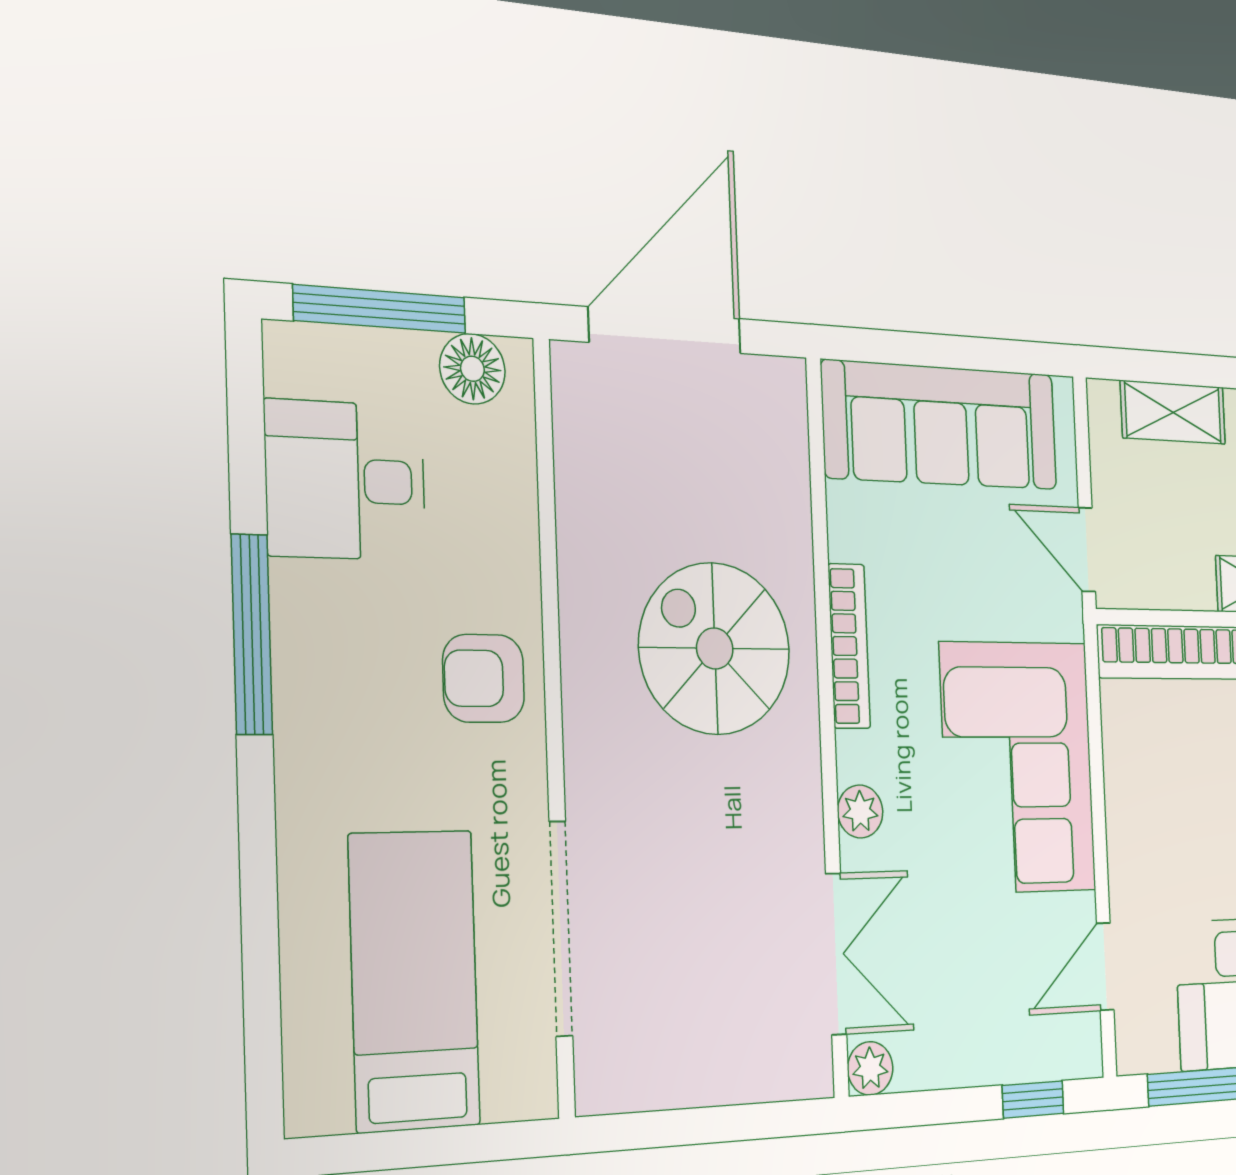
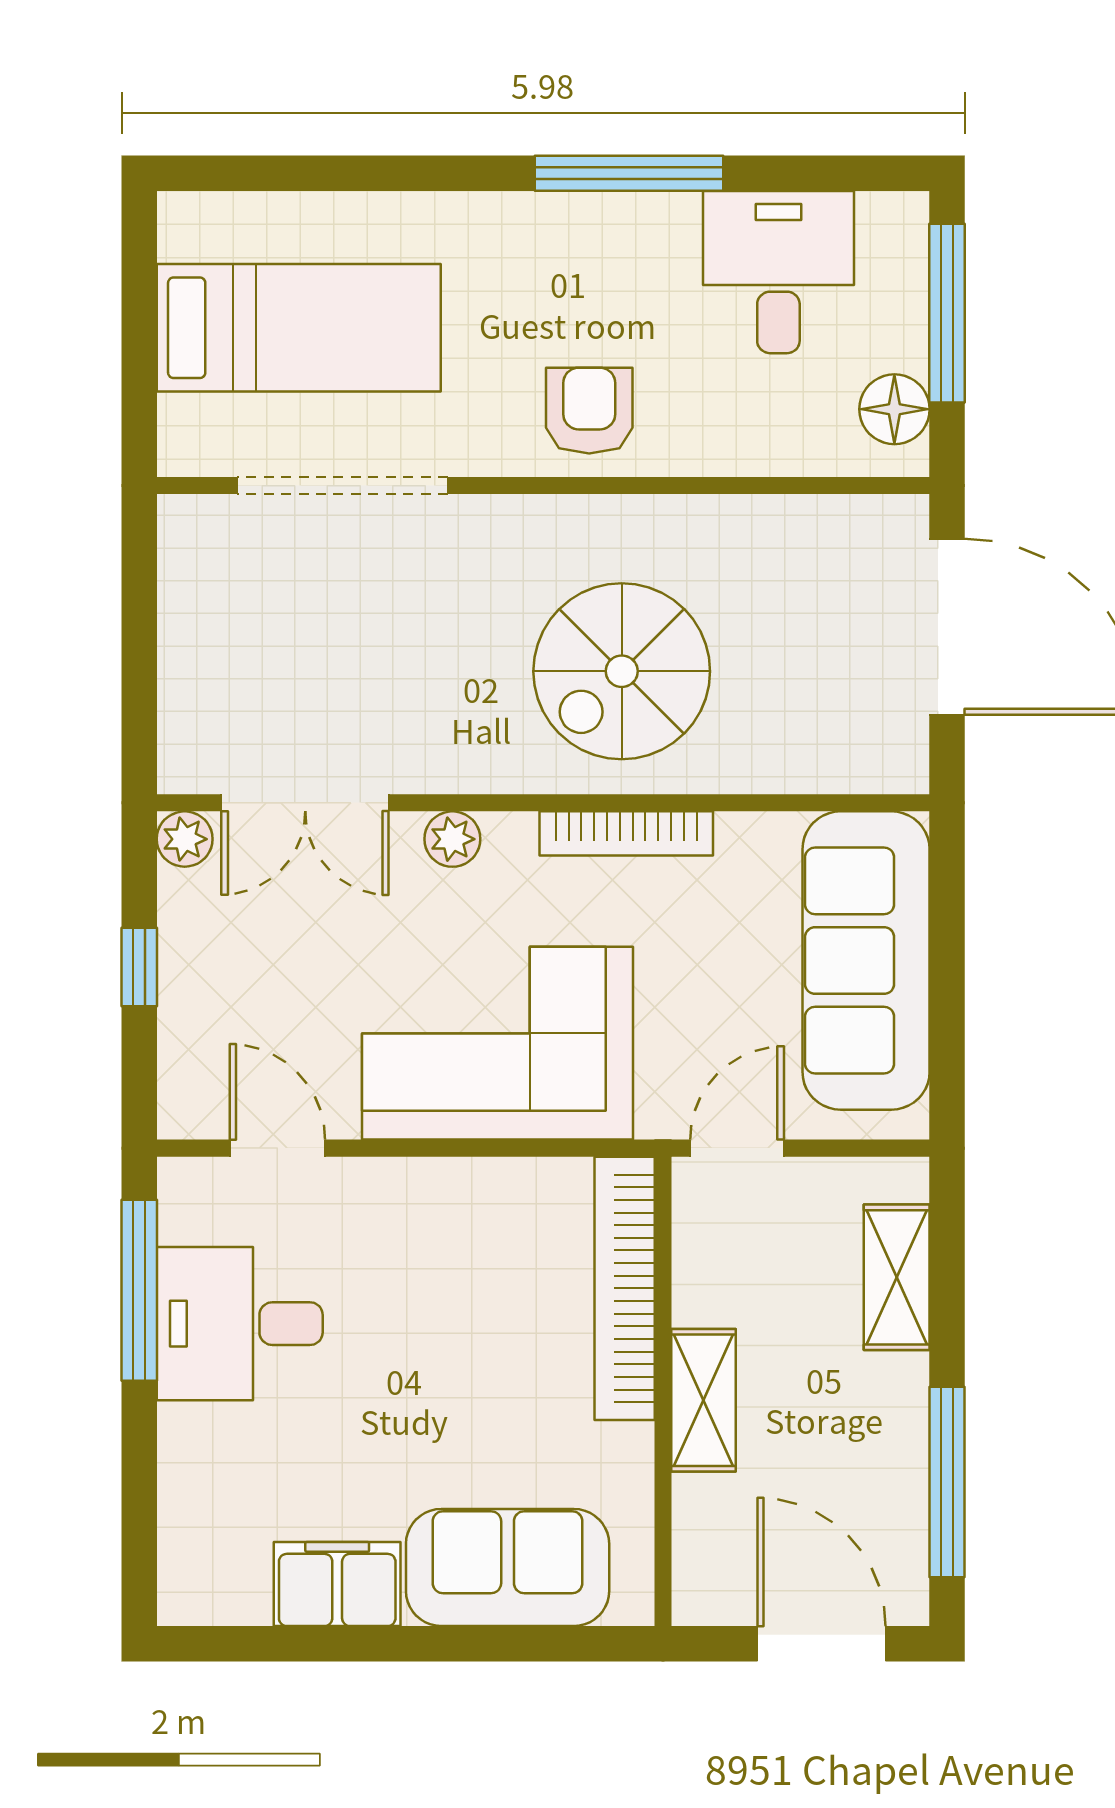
spiral stairs: (715, 648) -> (622, 671), turned 180
window: (1033, 1099) -> (139, 967), moved

